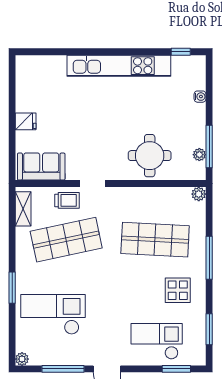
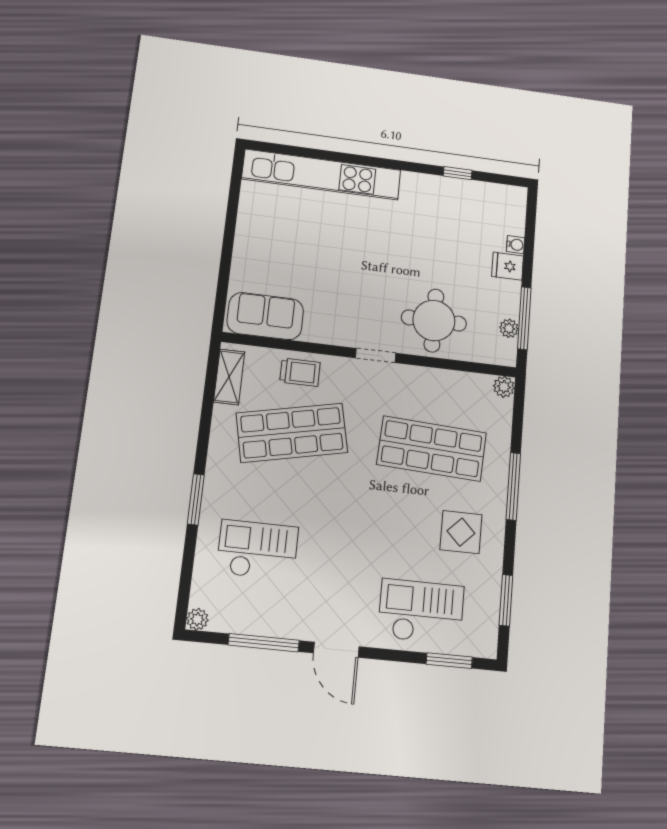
window: (181, 52) -> (458, 173), moved
kitchen unit: (119, 66) -> (322, 175), moved
fridge: (26, 121) -> (508, 266), moved, turned 180
doorway: (93, 184) -> (376, 355), moved
checkout: (53, 314) -> (257, 550), width x0.73, depth x0.83

